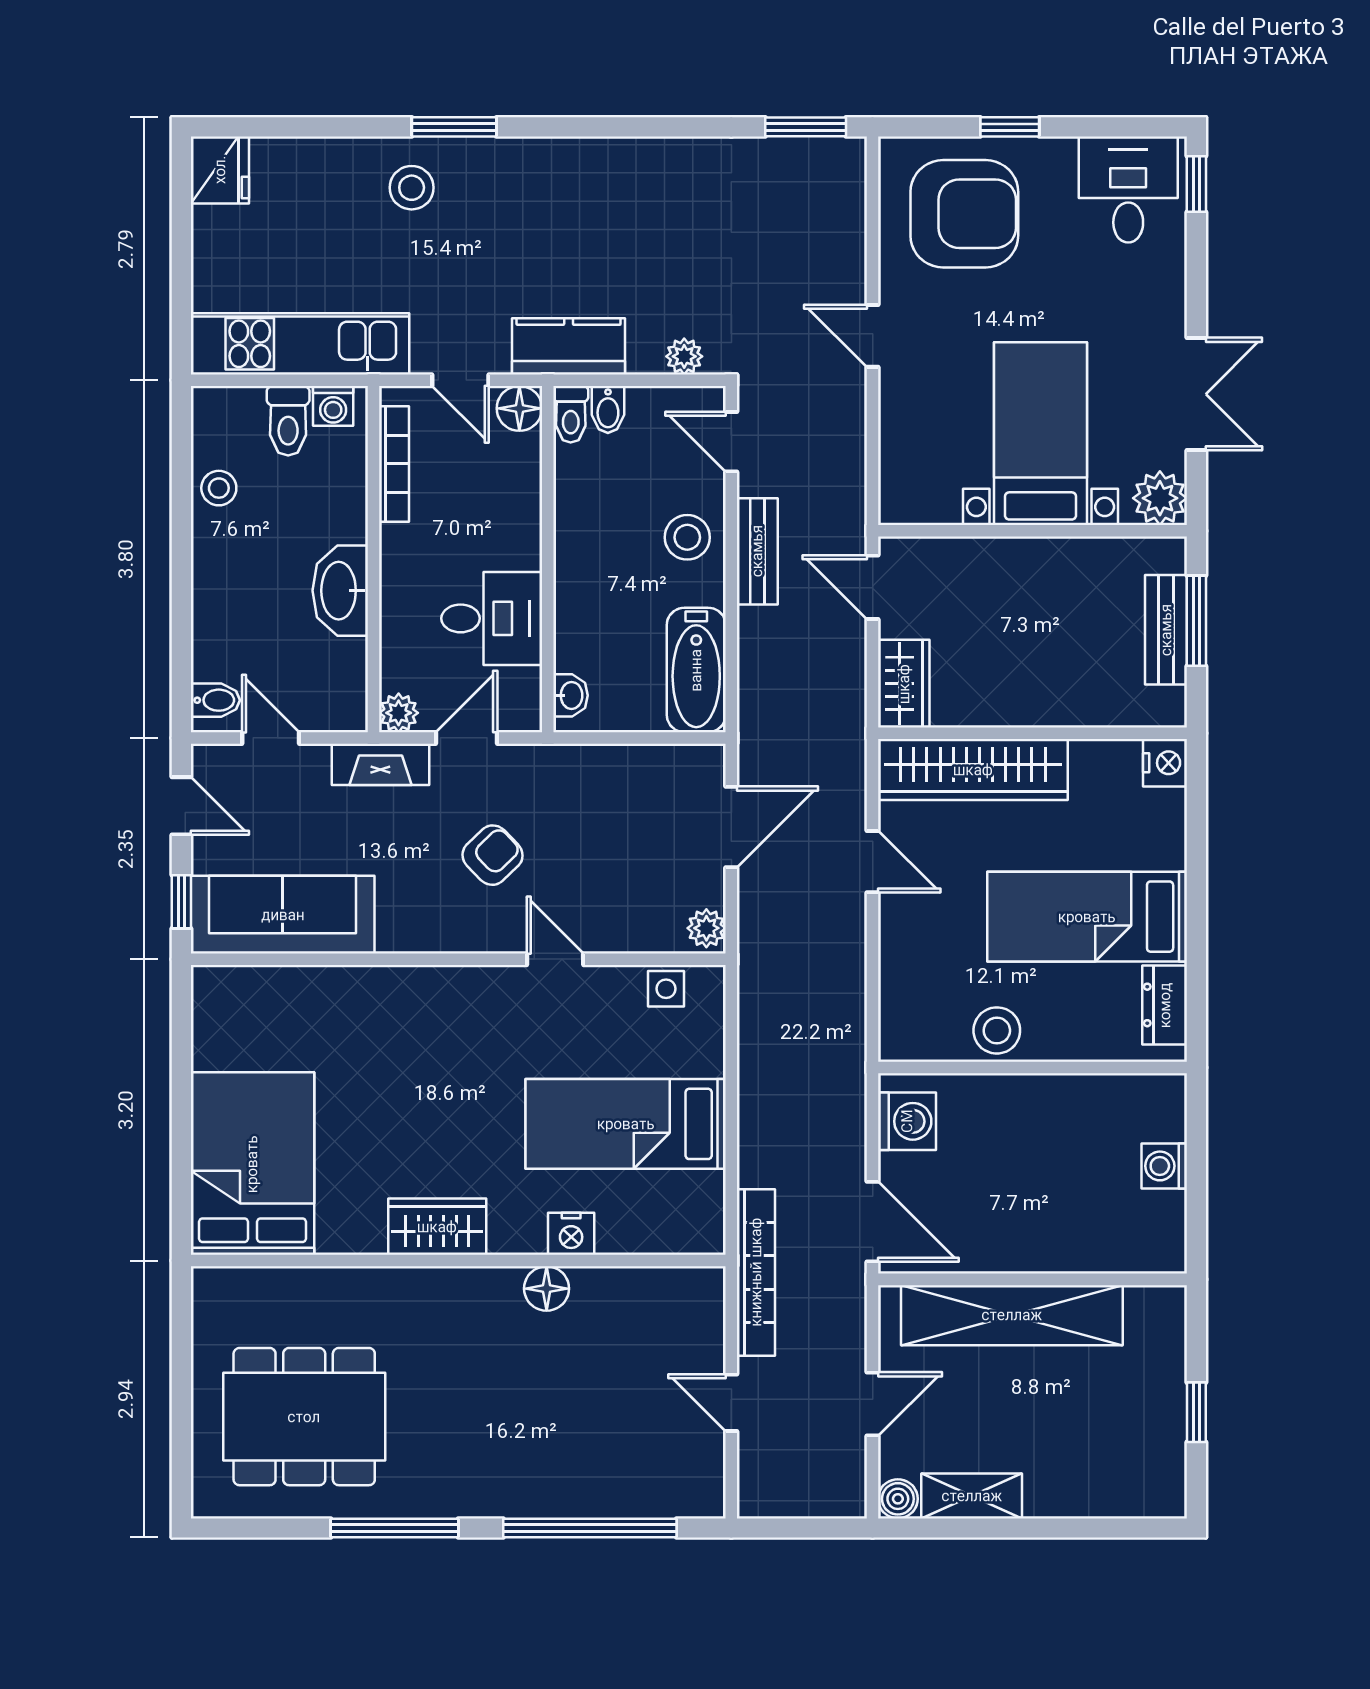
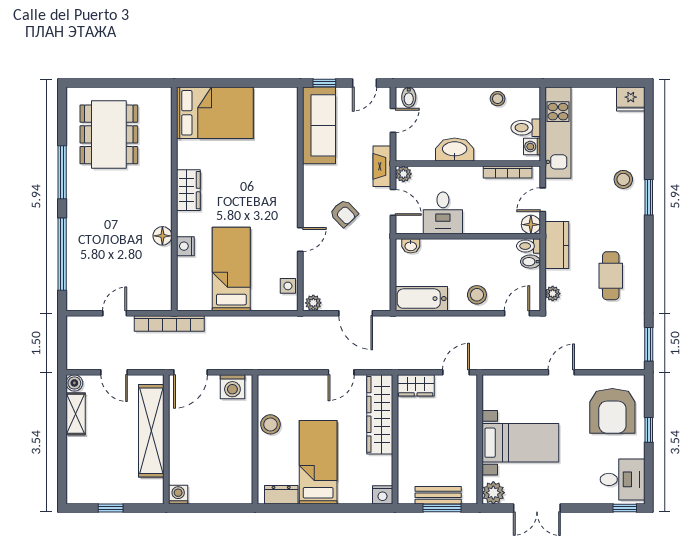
cafe table: (642, 218) -> (611, 276), added
bench: (757, 551) -> (471, 324), removed
washing machine: (1164, 1166) -> (178, 495), moved

